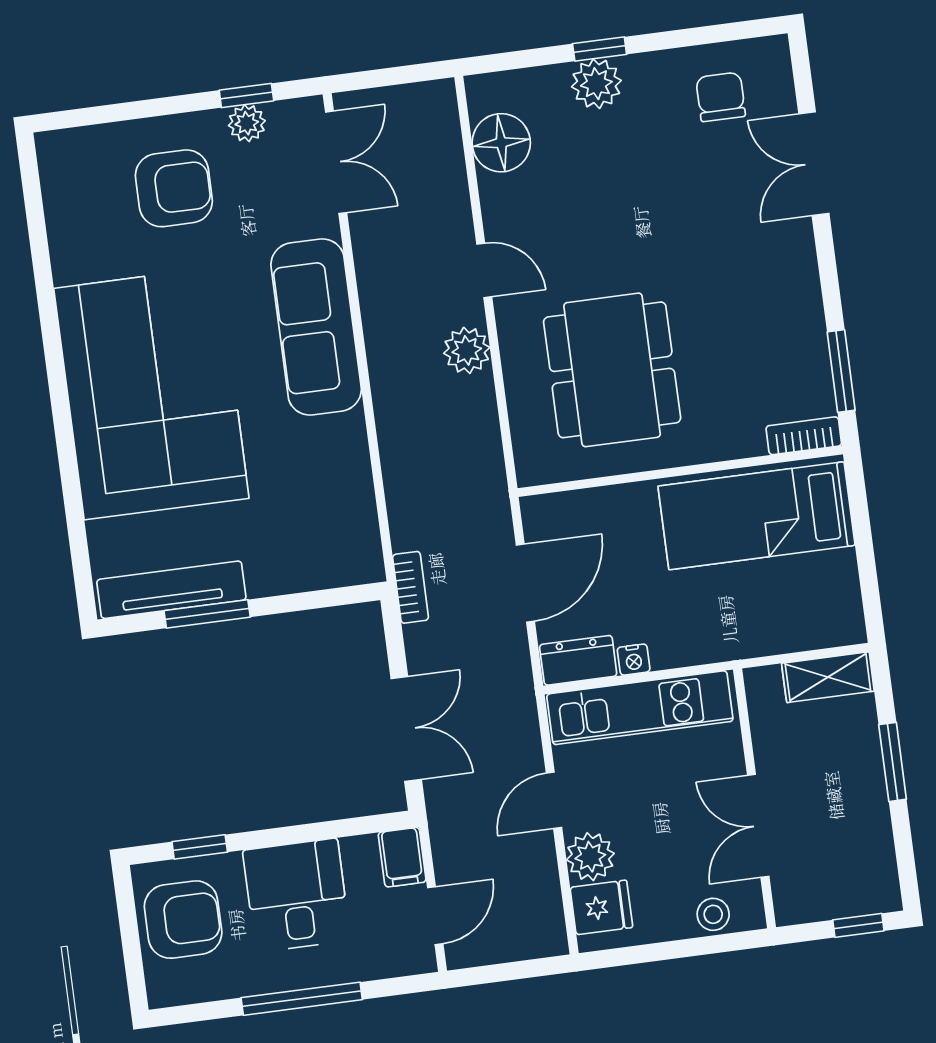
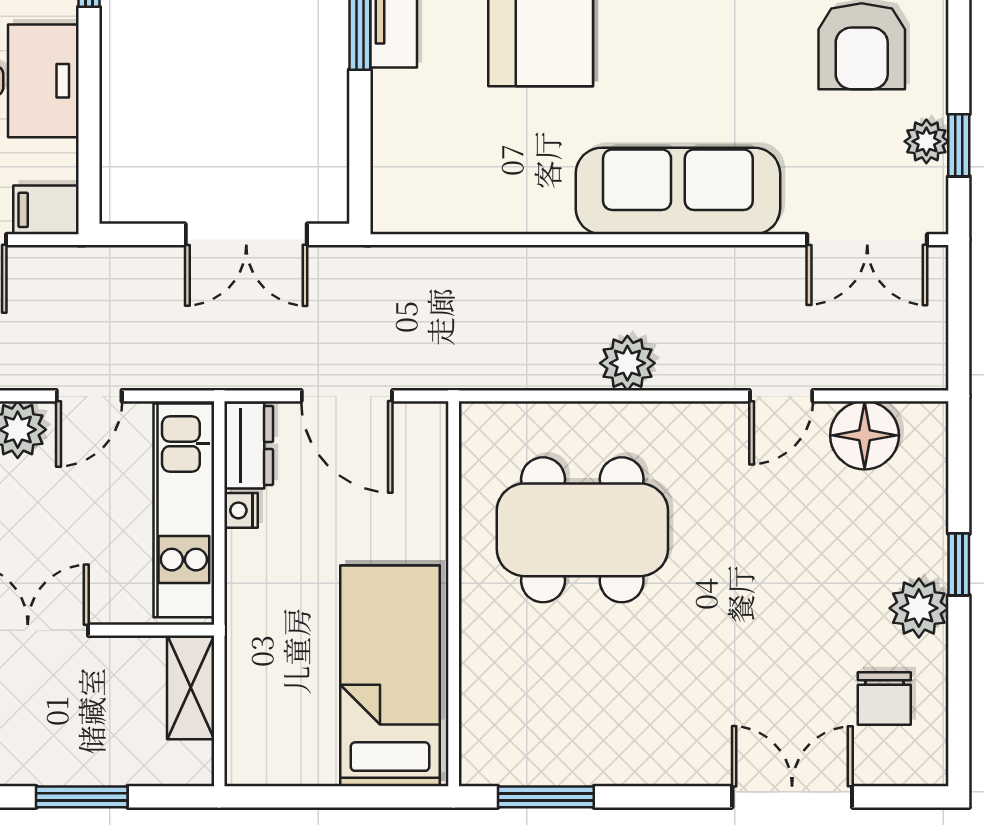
plant: (596, 84) -> (919, 608), moved
chair: (721, 97) -> (884, 698), turned 90
door: (484, 270) -> (781, 396), moved
bookcase: (804, 436) -> (476, 743), removed
bookcase: (411, 587) -> (360, 261), removed
shelving: (828, 677) -> (191, 687), moved
double door: (406, 729) -> (246, 234), moved
door: (554, 800) -> (89, 396), swing flipped

